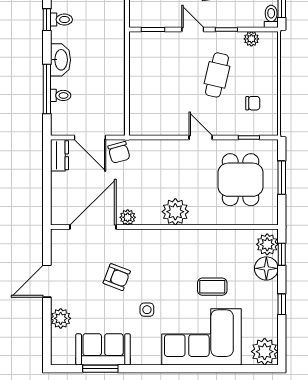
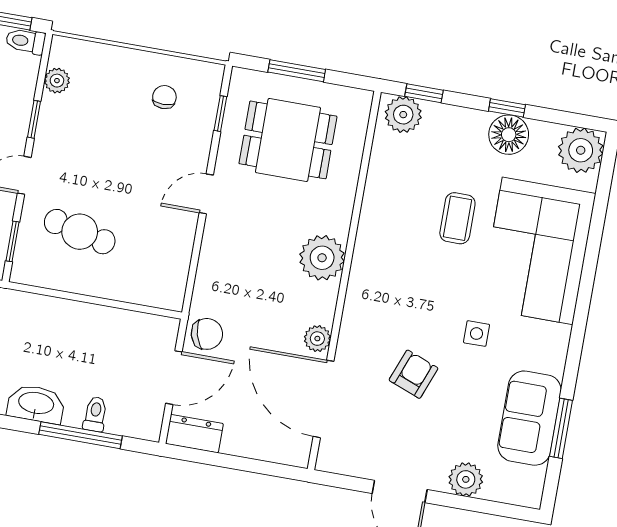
cafe table: (217, 75) -> (80, 232), moved
floor lamp: (266, 268) -> (509, 135), moved

